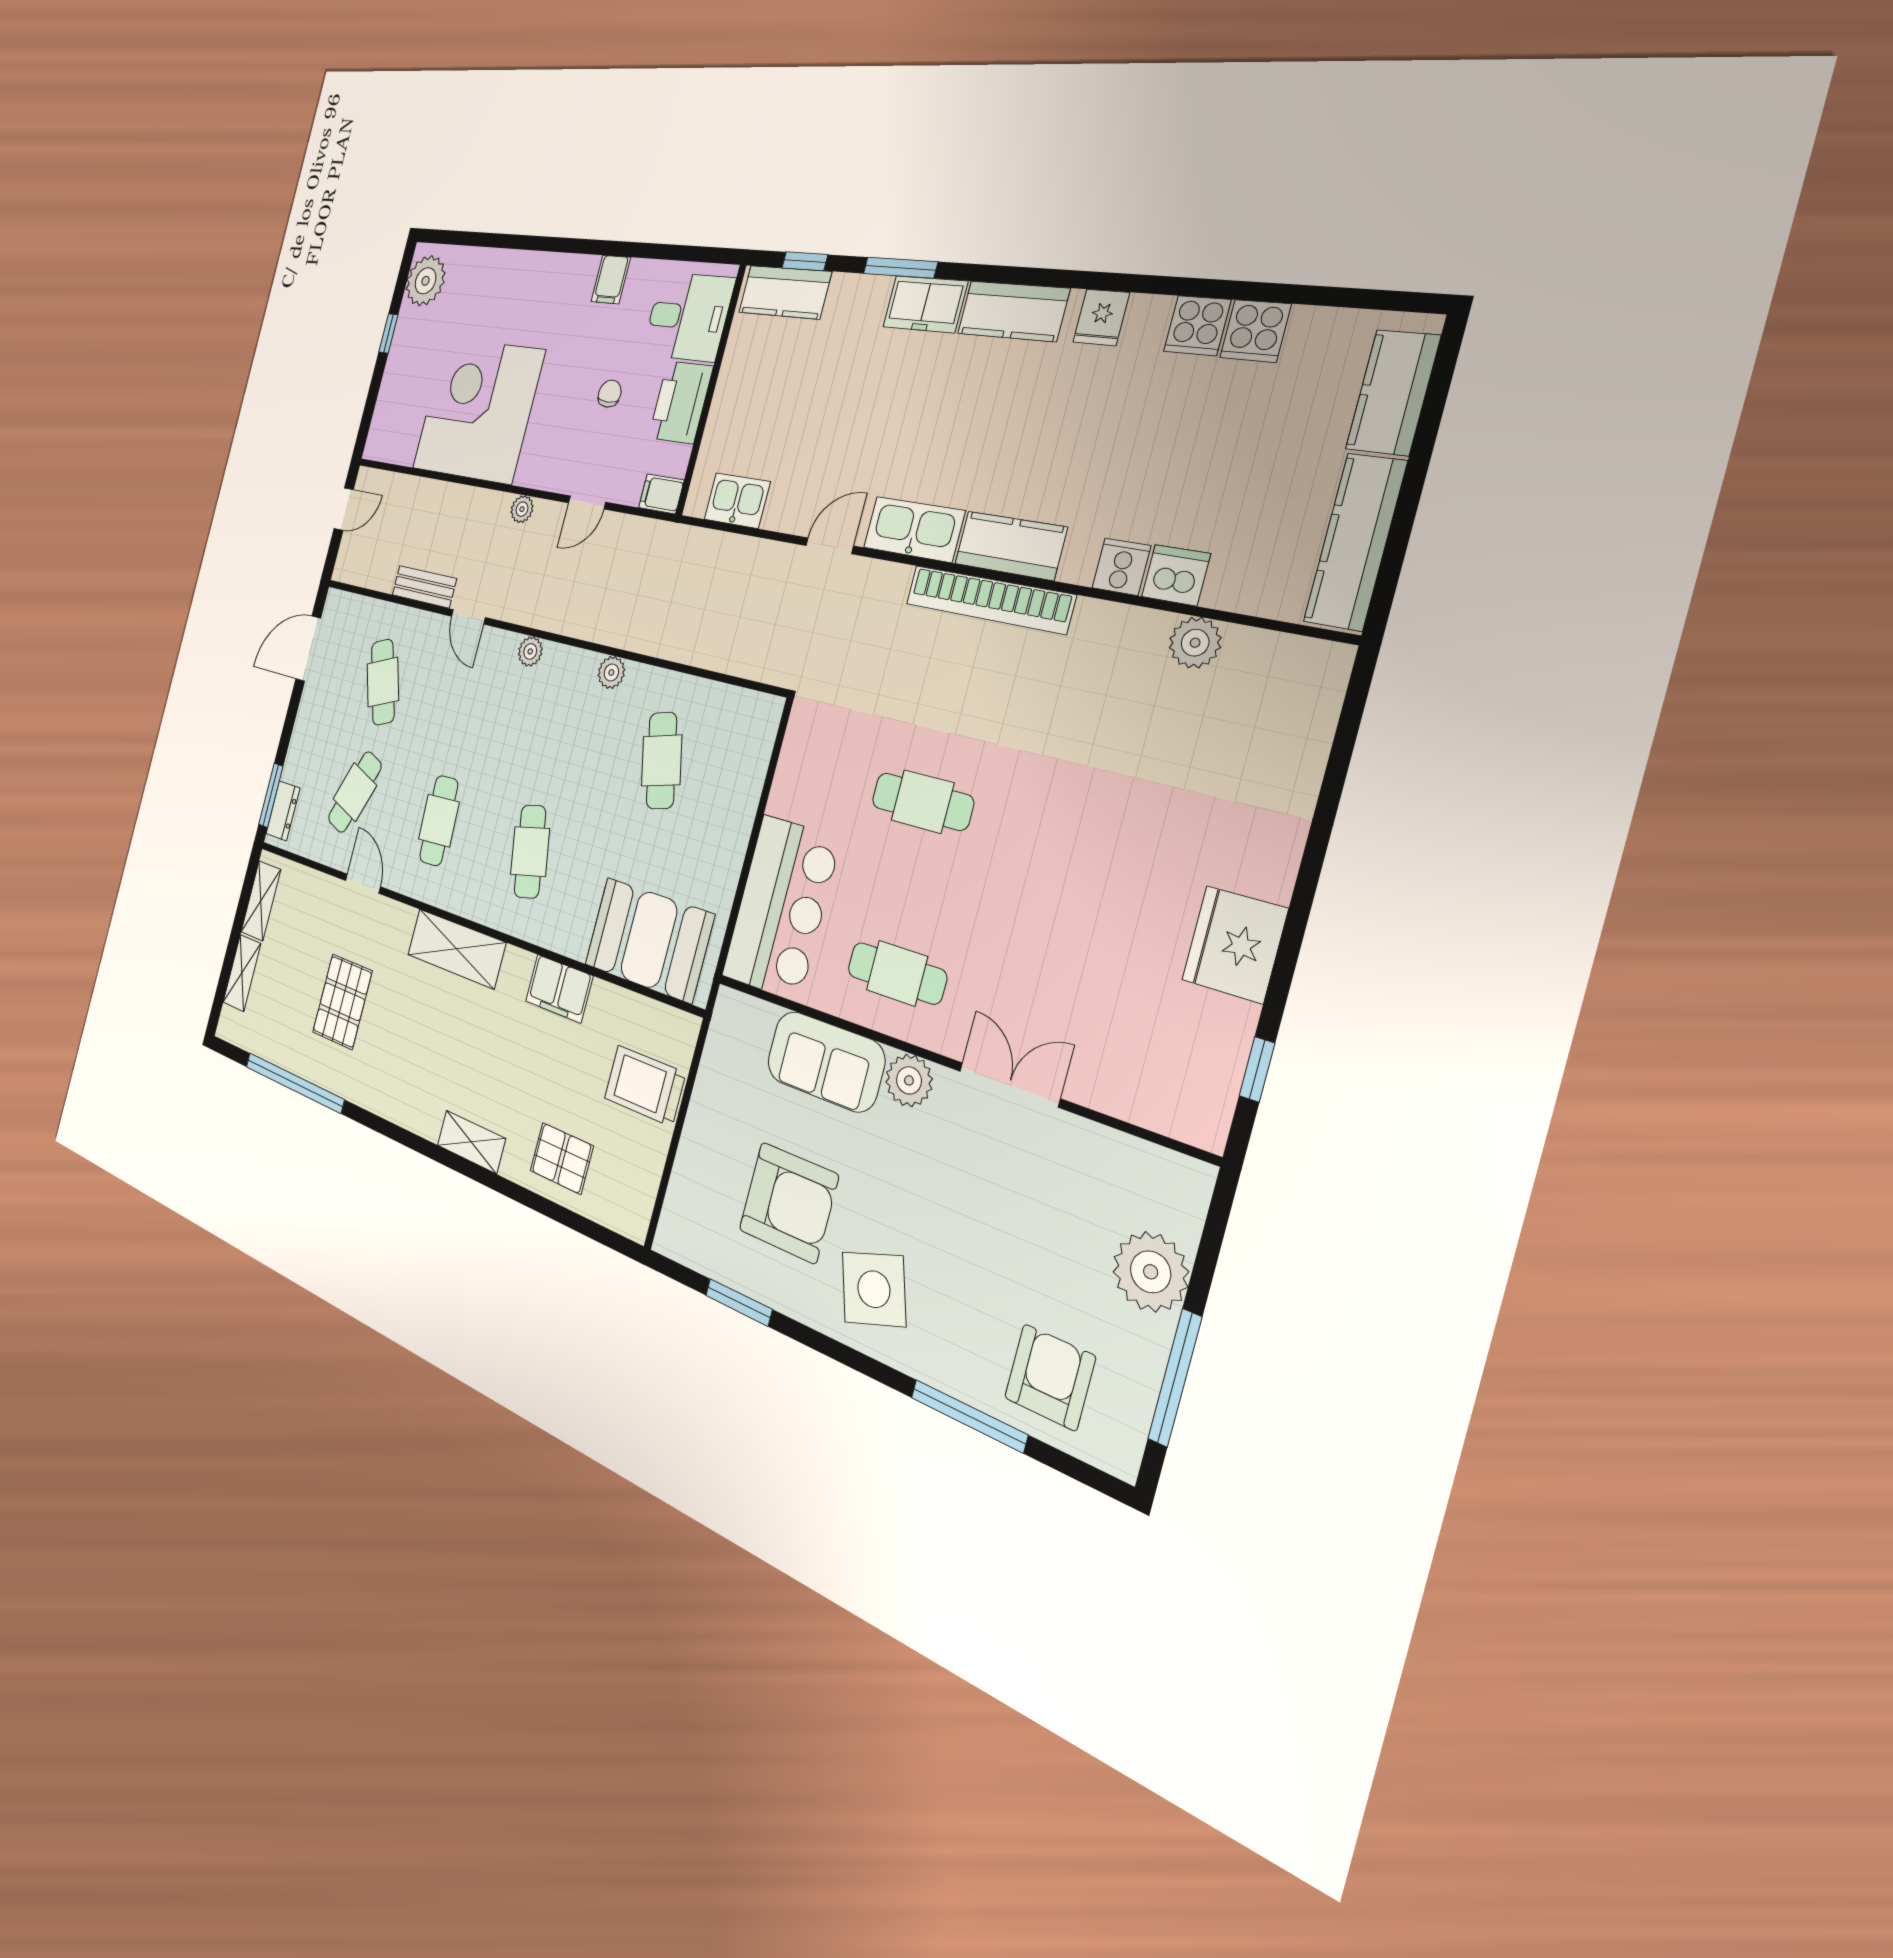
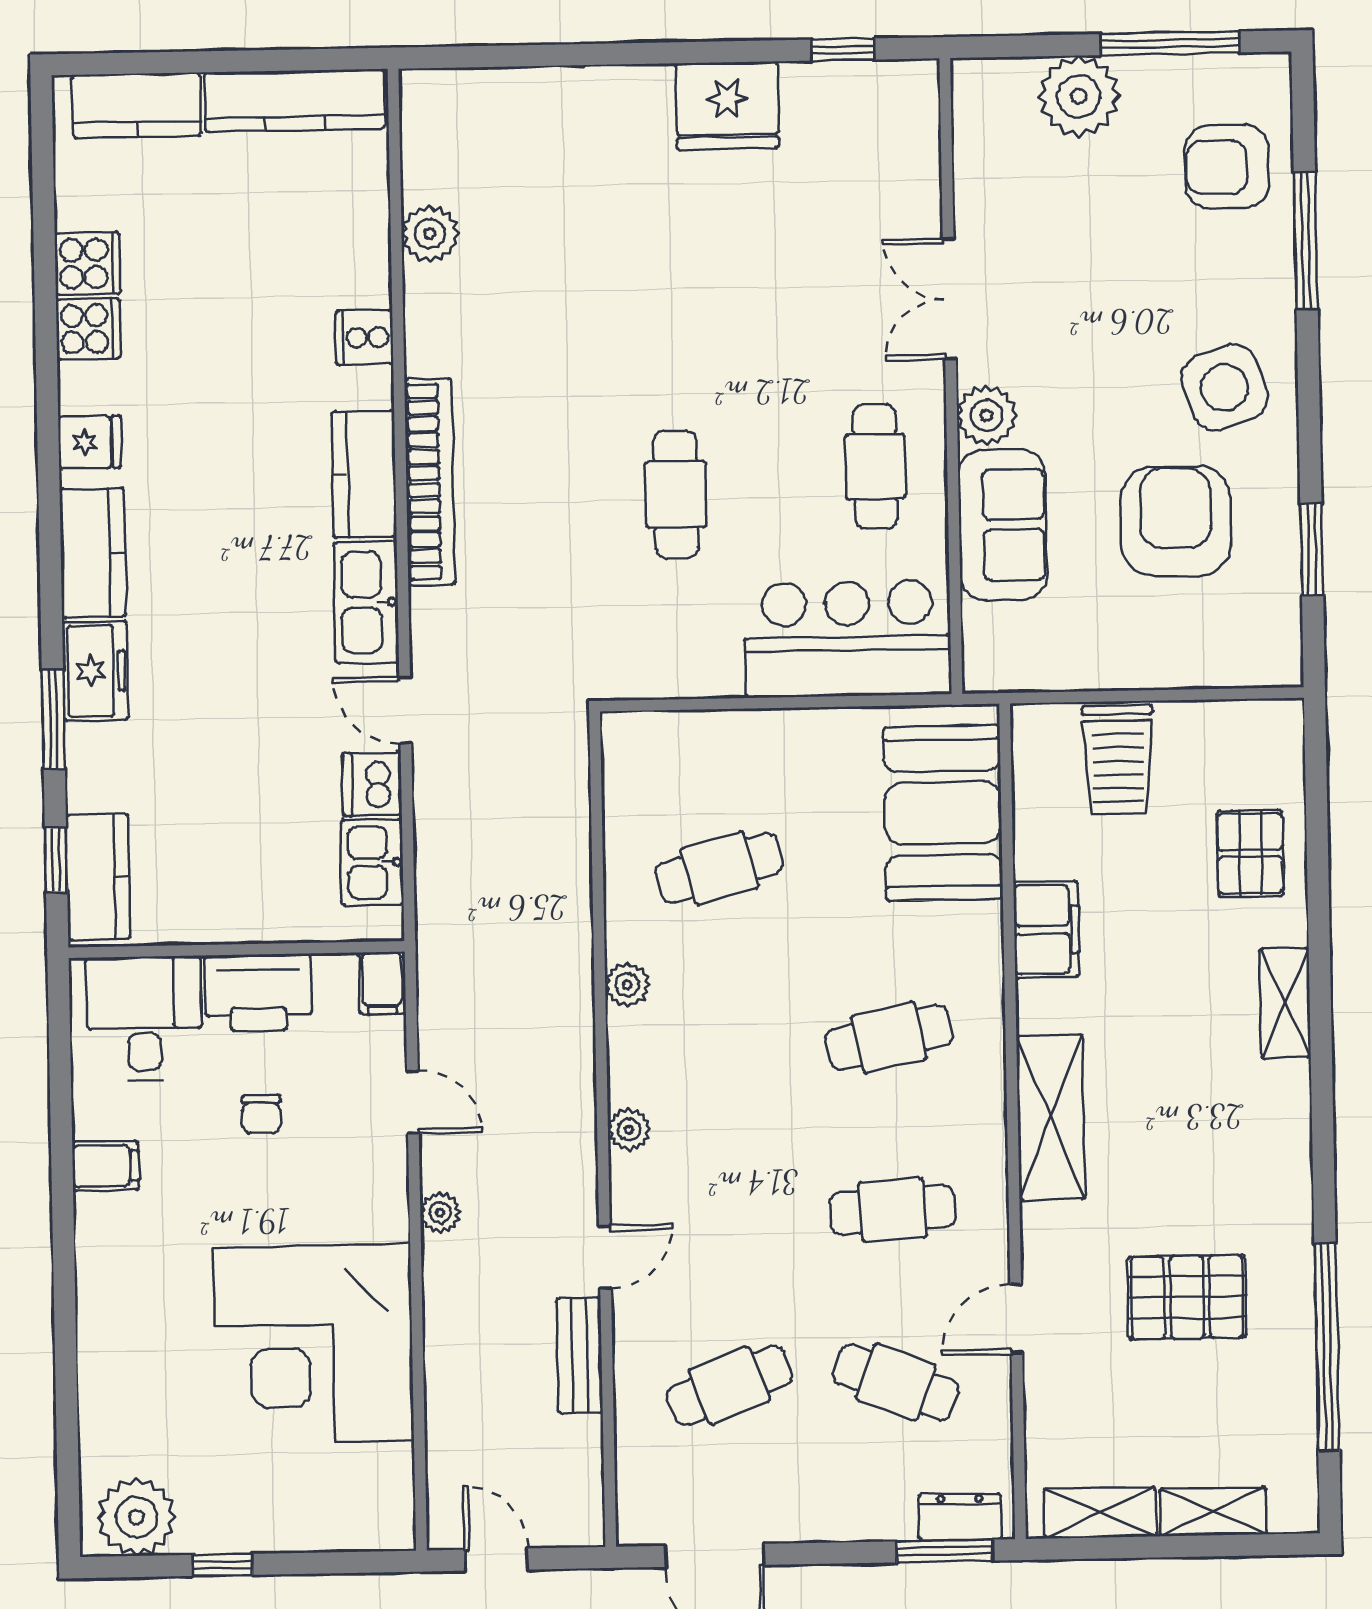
chair: (610, 394) -> (261, 1114), turned -90
dishwasher: (1176, 575) -> (372, 784), moved

